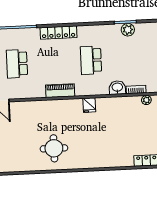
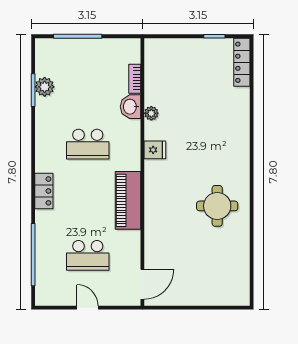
locker: (58, 32) -> (44, 191), width x0.66
piano: (60, 91) -> (128, 200), width x1.37, depth x1.33
plant: (146, 100) -> (151, 113), moved

